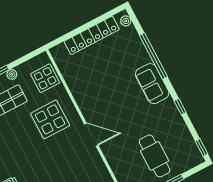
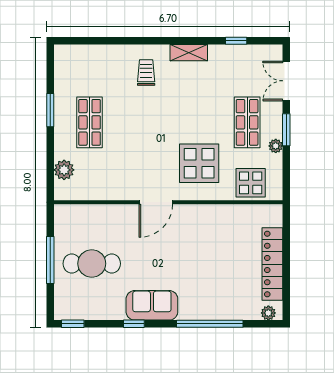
sofa: (152, 84) -> (152, 305), moved

